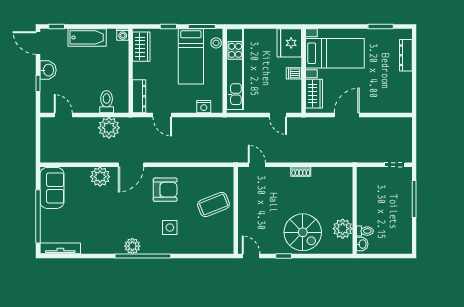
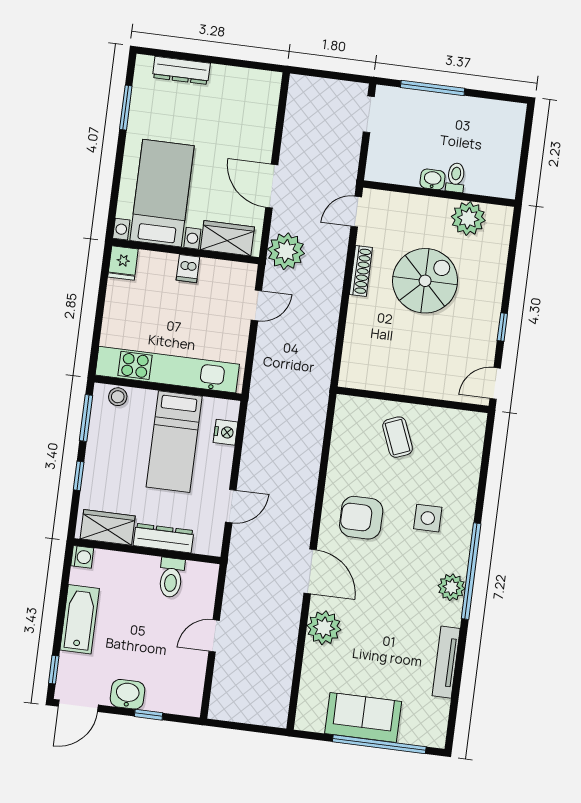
fridge: (289, 43) -> (123, 263), width x0.53, depth x0.75
bed: (191, 56) -> (174, 442), moved, turned 90
dresser: (139, 96) -> (164, 538), moved
toilet: (107, 102) -> (171, 578), moved, turned -90
door: (63, 115) -> (214, 636), moved
plant: (109, 128) -> (286, 251), moved
door: (257, 165) -> (356, 212), moved
shoe rack: (301, 172) -> (361, 271), width x1.43
sofa: (52, 188) -> (363, 718), moved
armchair: (165, 190) -> (361, 518), turned -90
coffee table: (214, 205) -> (398, 437), width x0.73, depth x0.77
toilet: (365, 231) -> (456, 178), moved
spiral stairs: (303, 232) -> (425, 281), moved
washbasin: (362, 244) -> (432, 179), moved
tv unit: (60, 248) -> (446, 662), moved

